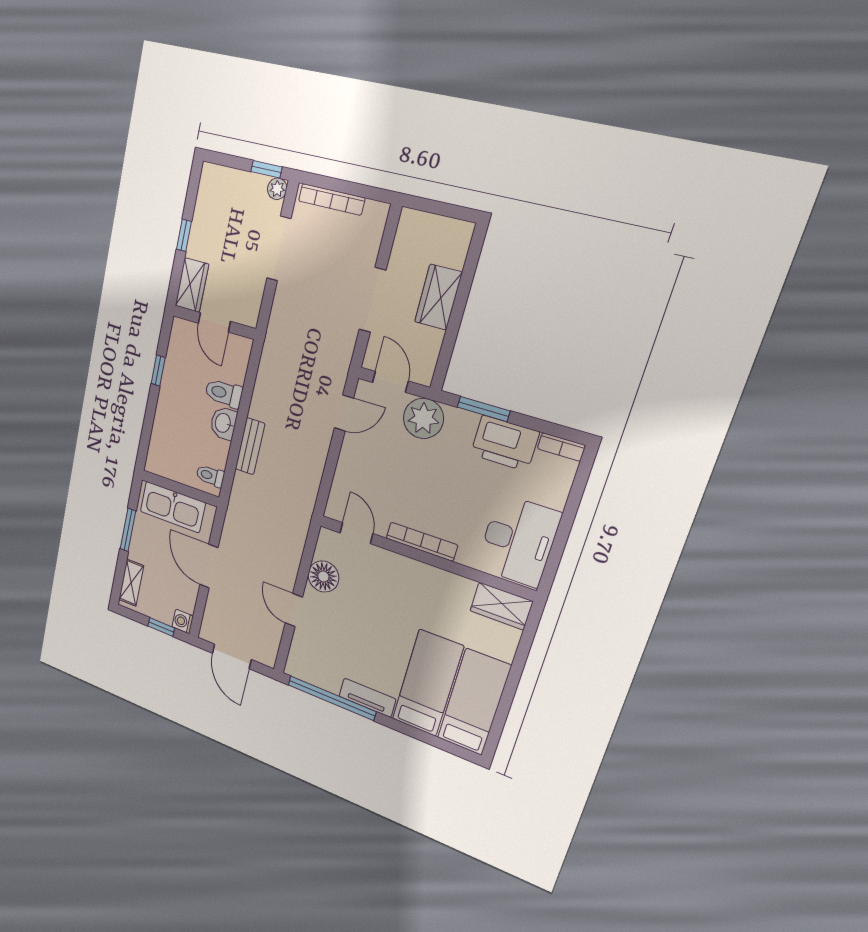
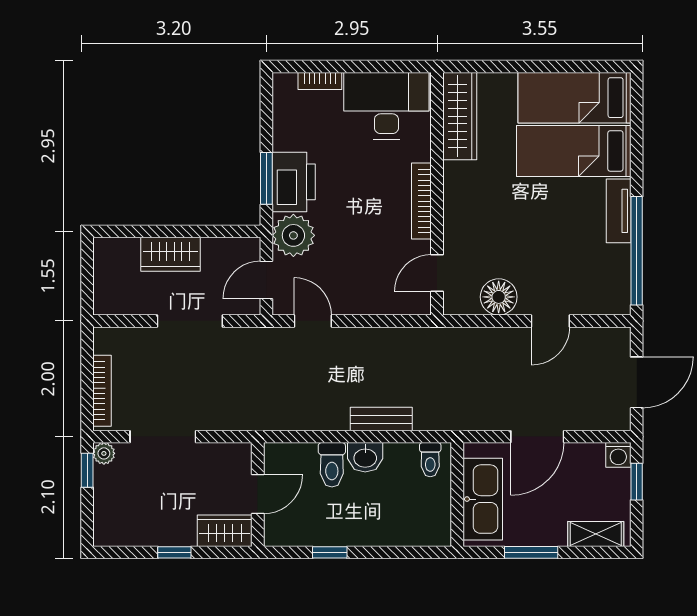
printer: (505, 443) -> (294, 182), moved
bookcase: (561, 447) -> (320, 81), moved, turned 90
wardrobe: (501, 606) -> (460, 116), width x1.50

